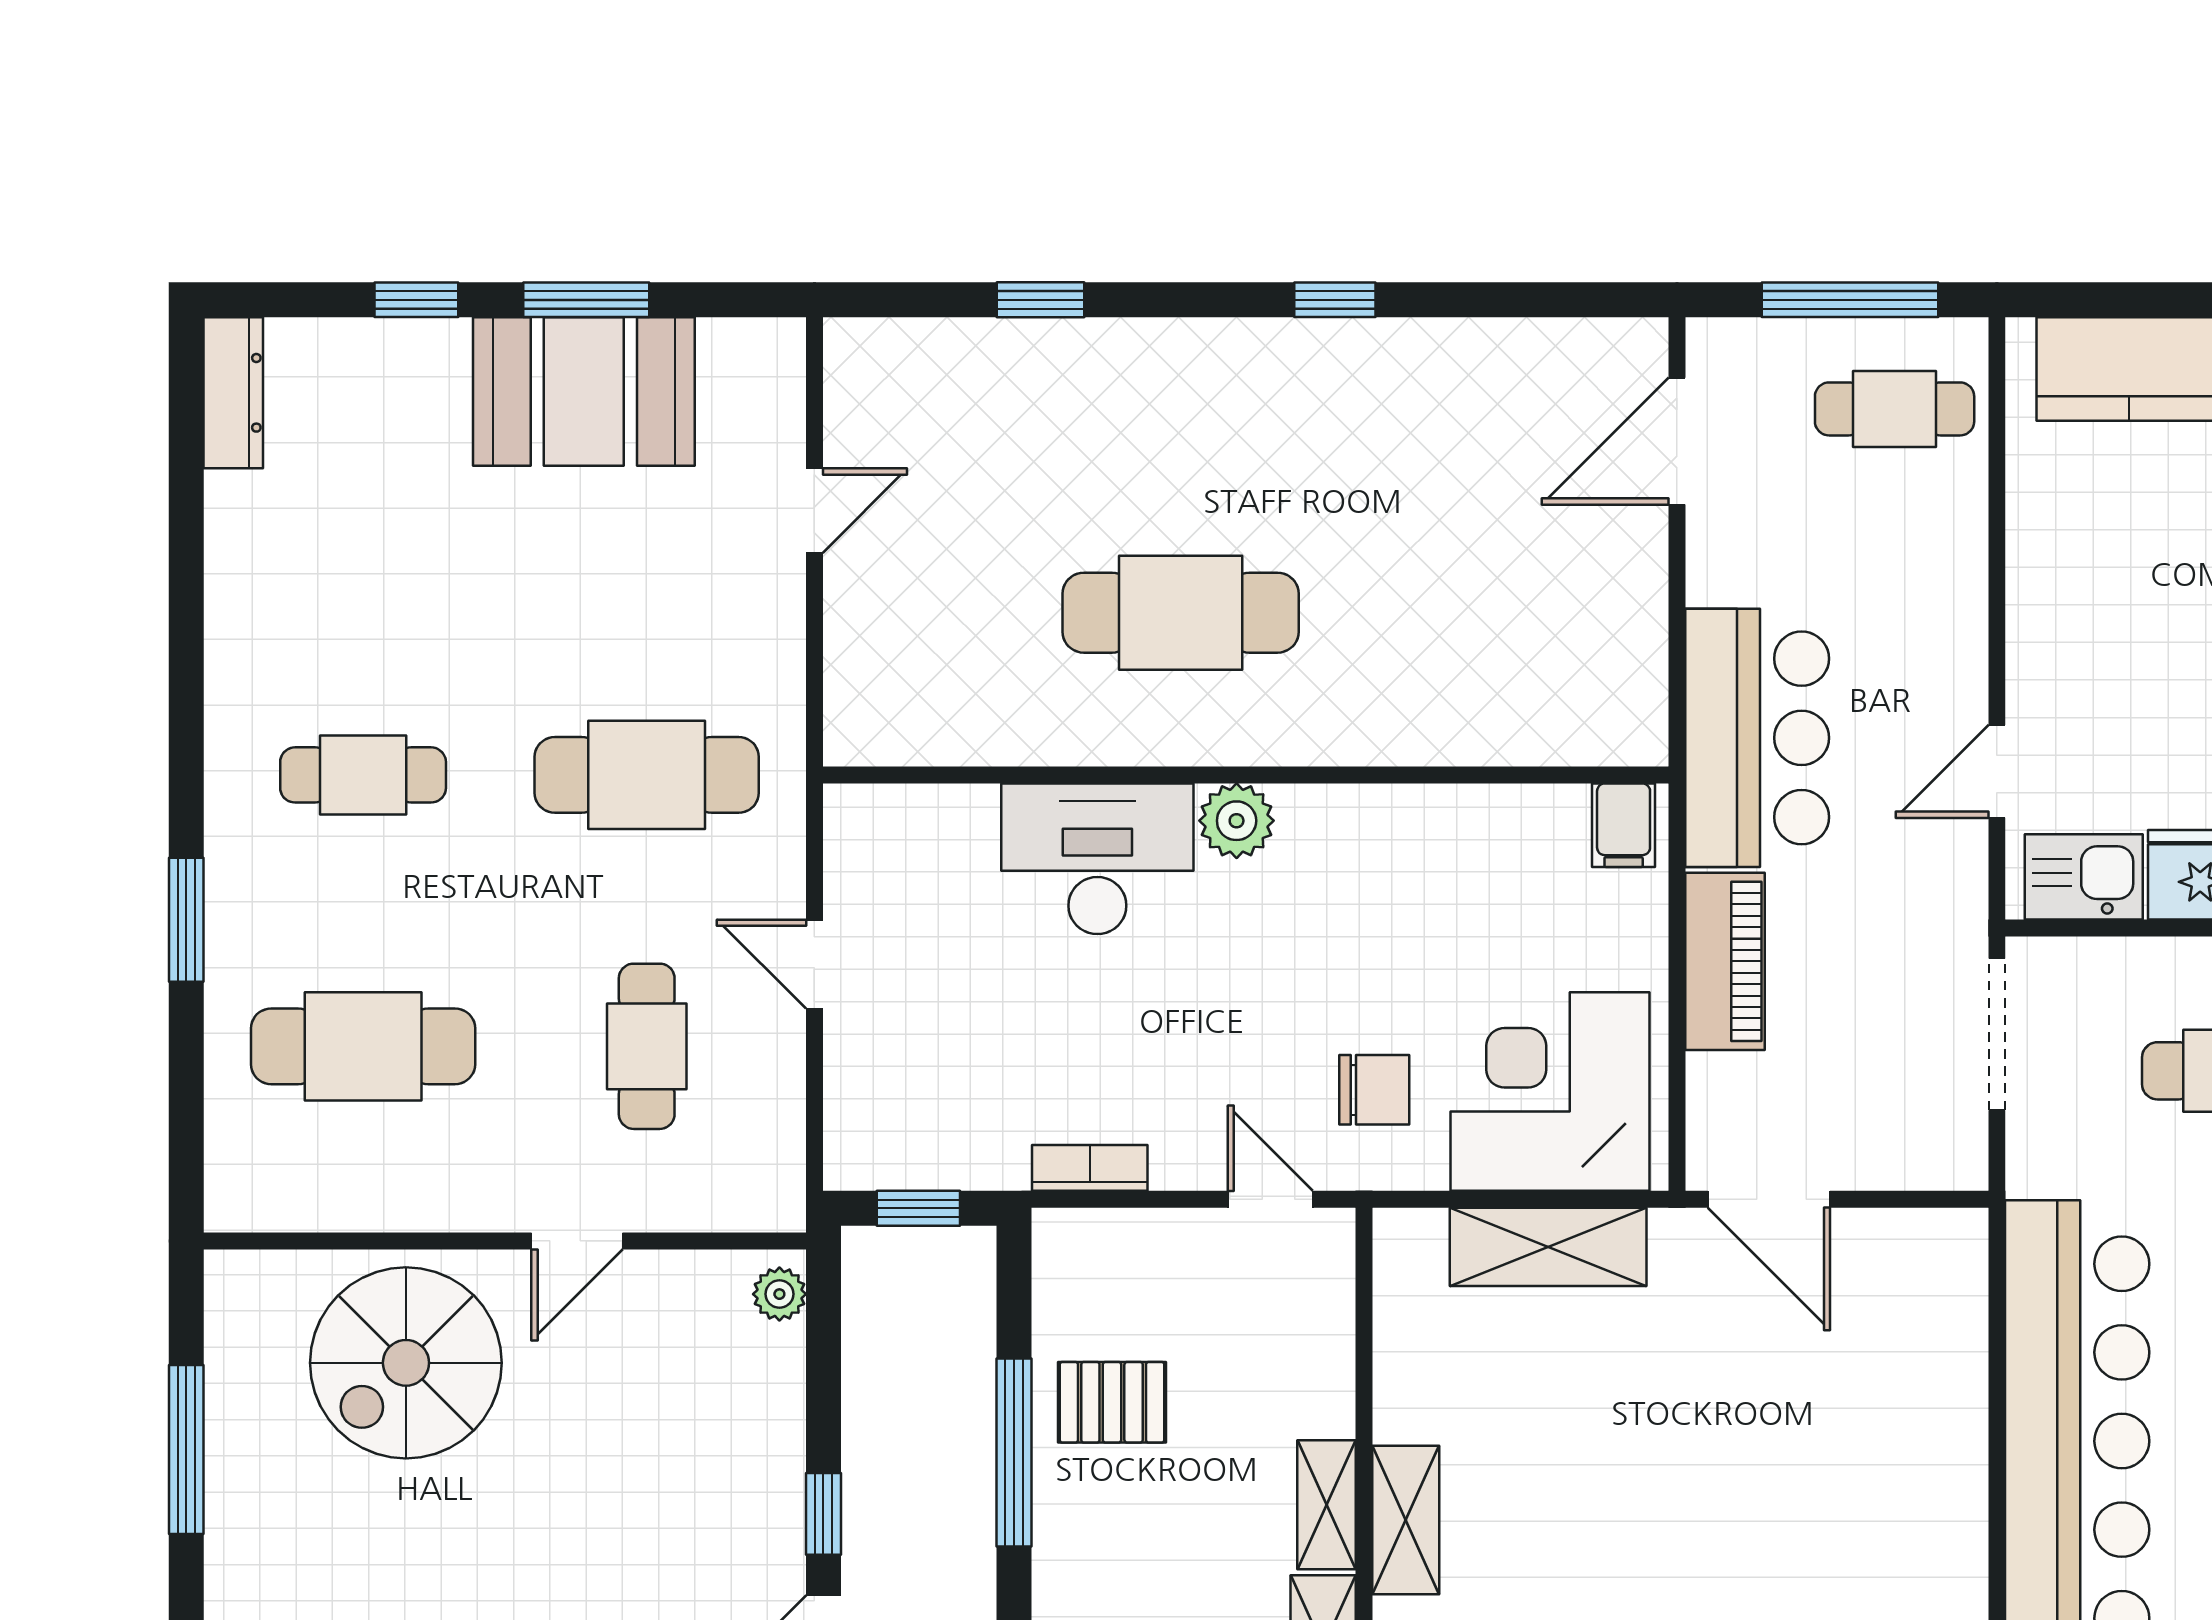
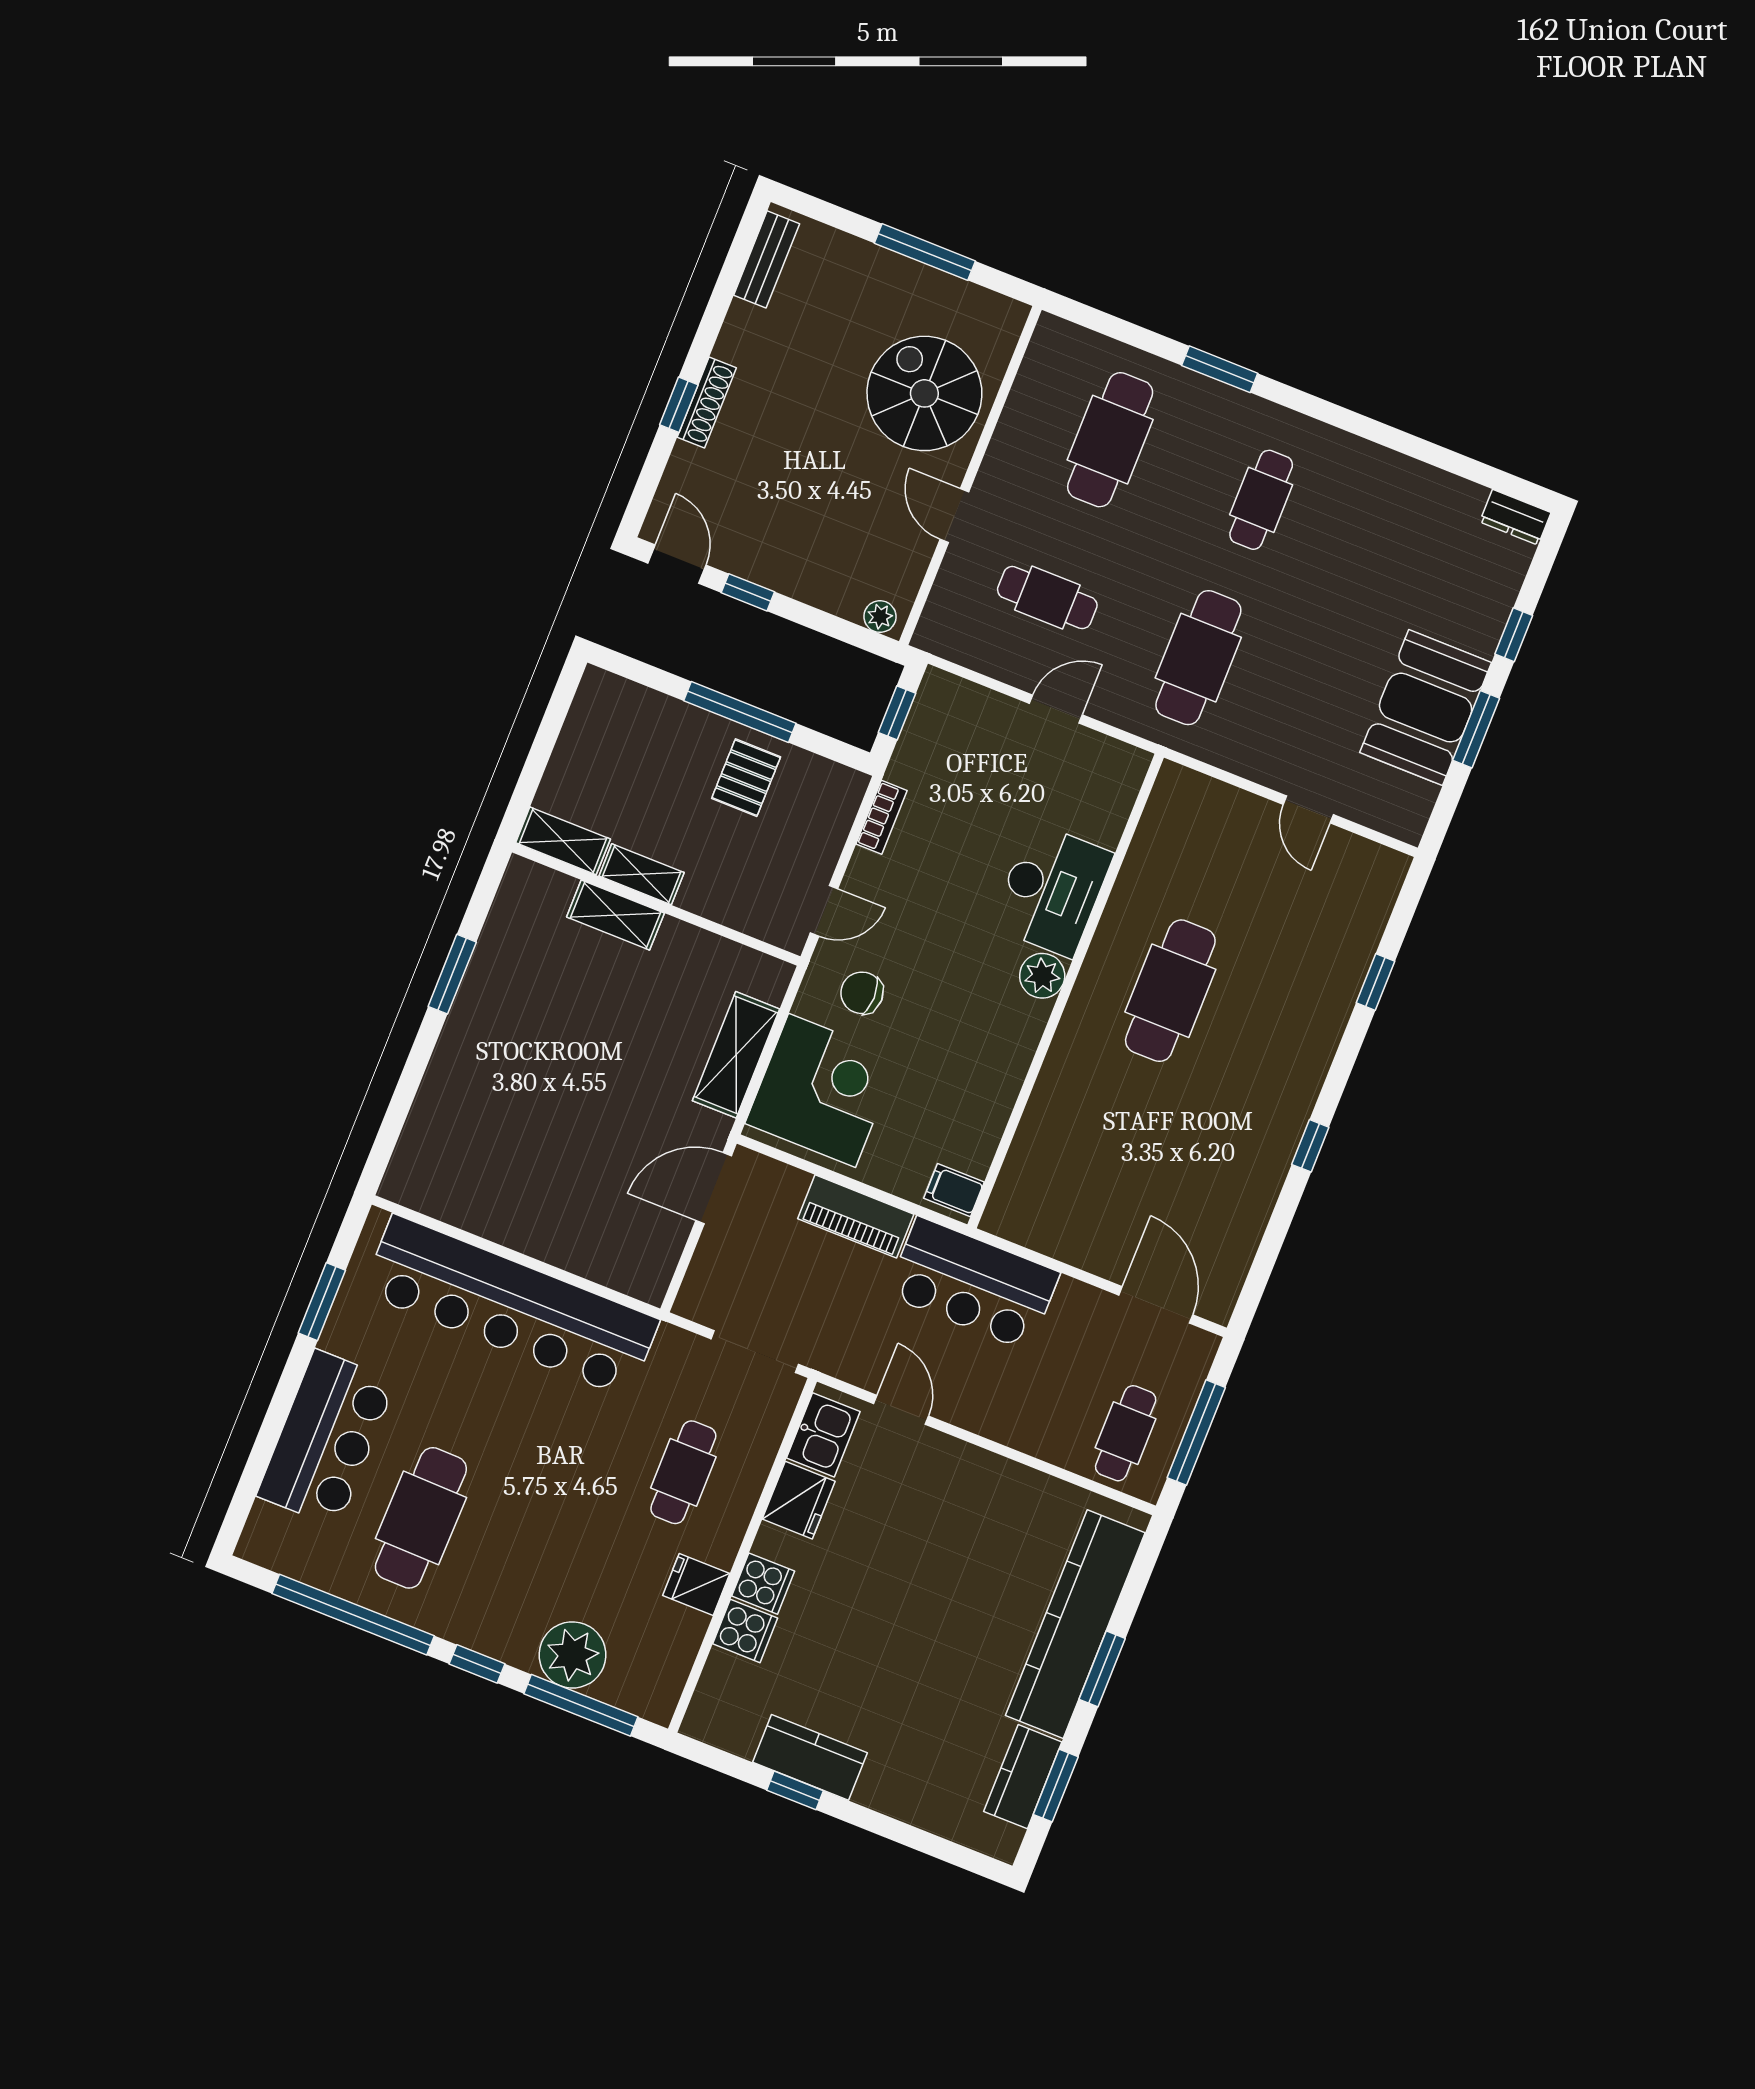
dresser: (233, 393) -> (1515, 517), width x0.70
chair: (1374, 1090) -> (862, 993), turned 90

